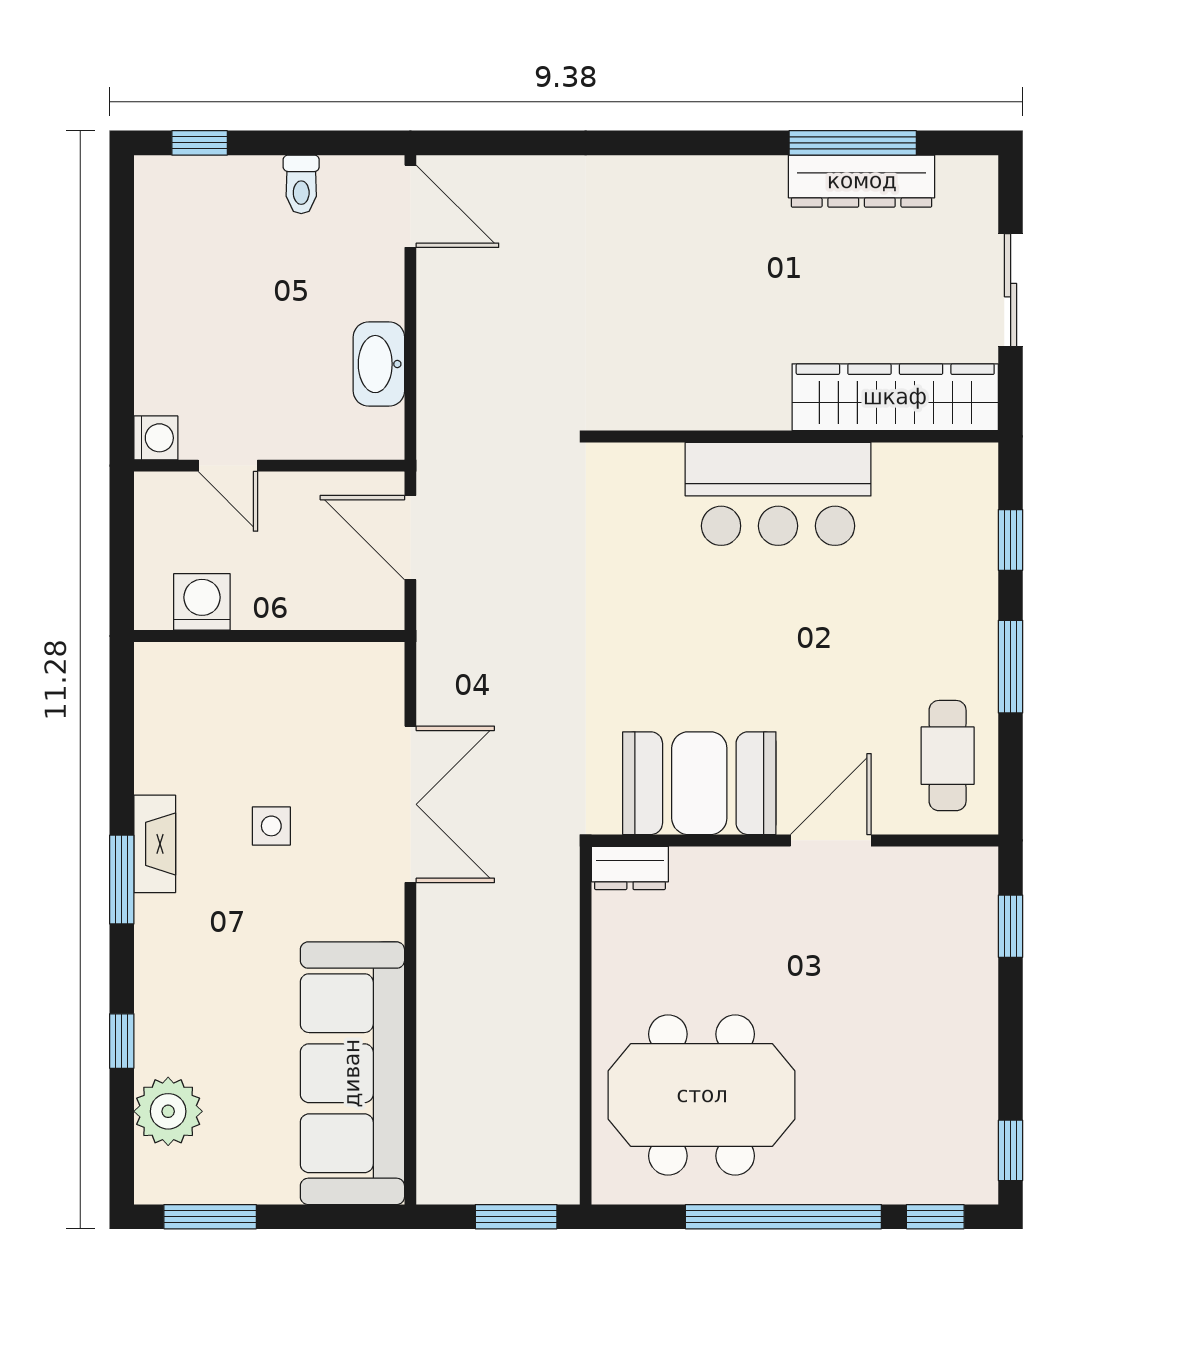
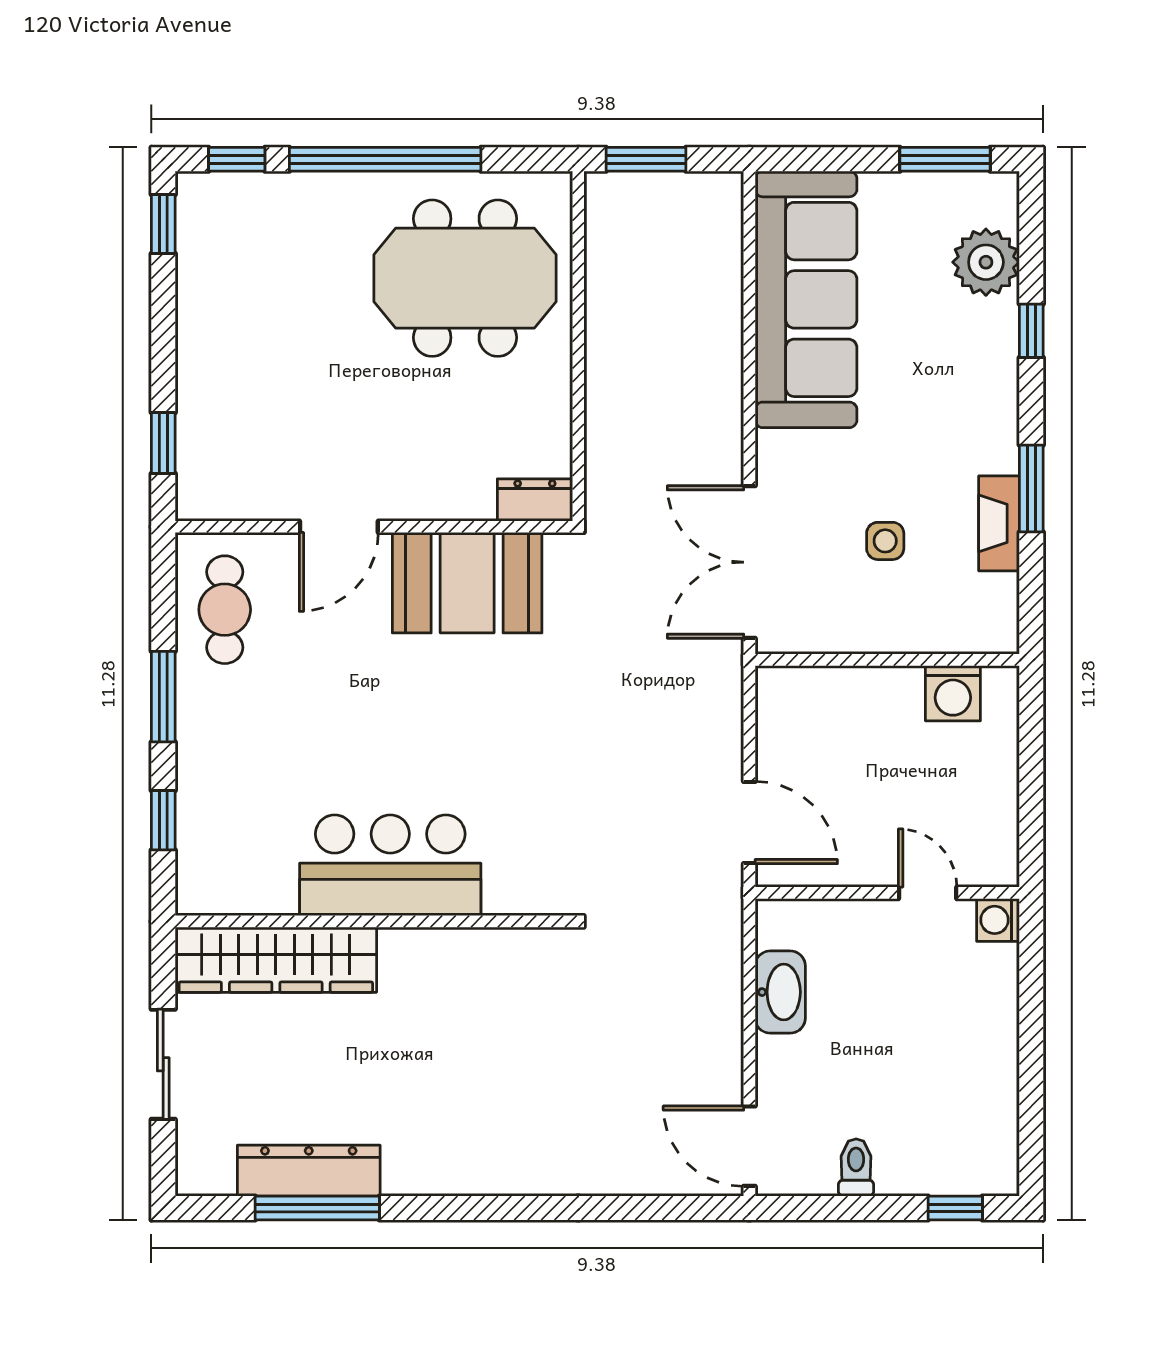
washing machine: (202, 602) -> (953, 693), moved
wall: (269, 636) -> (887, 660), moved

